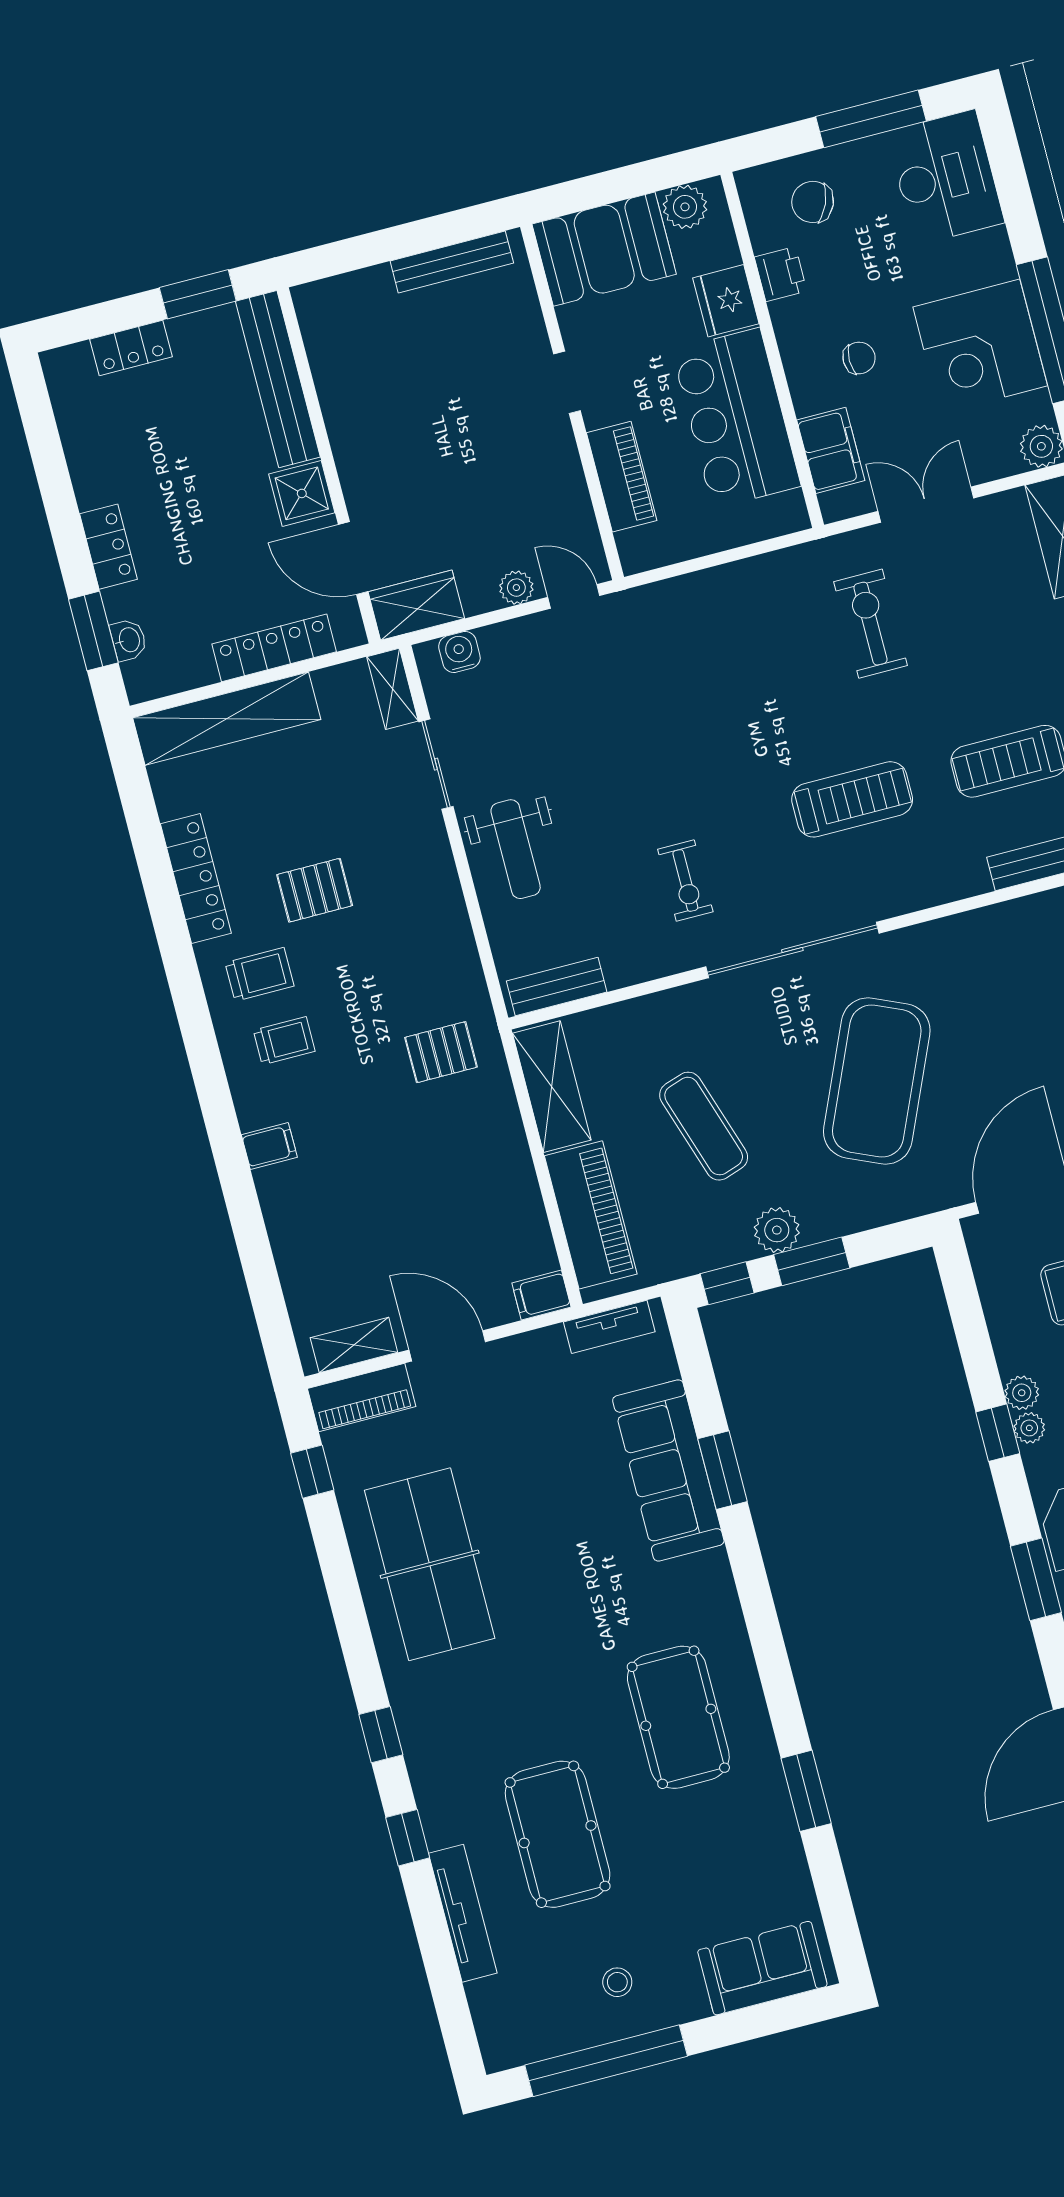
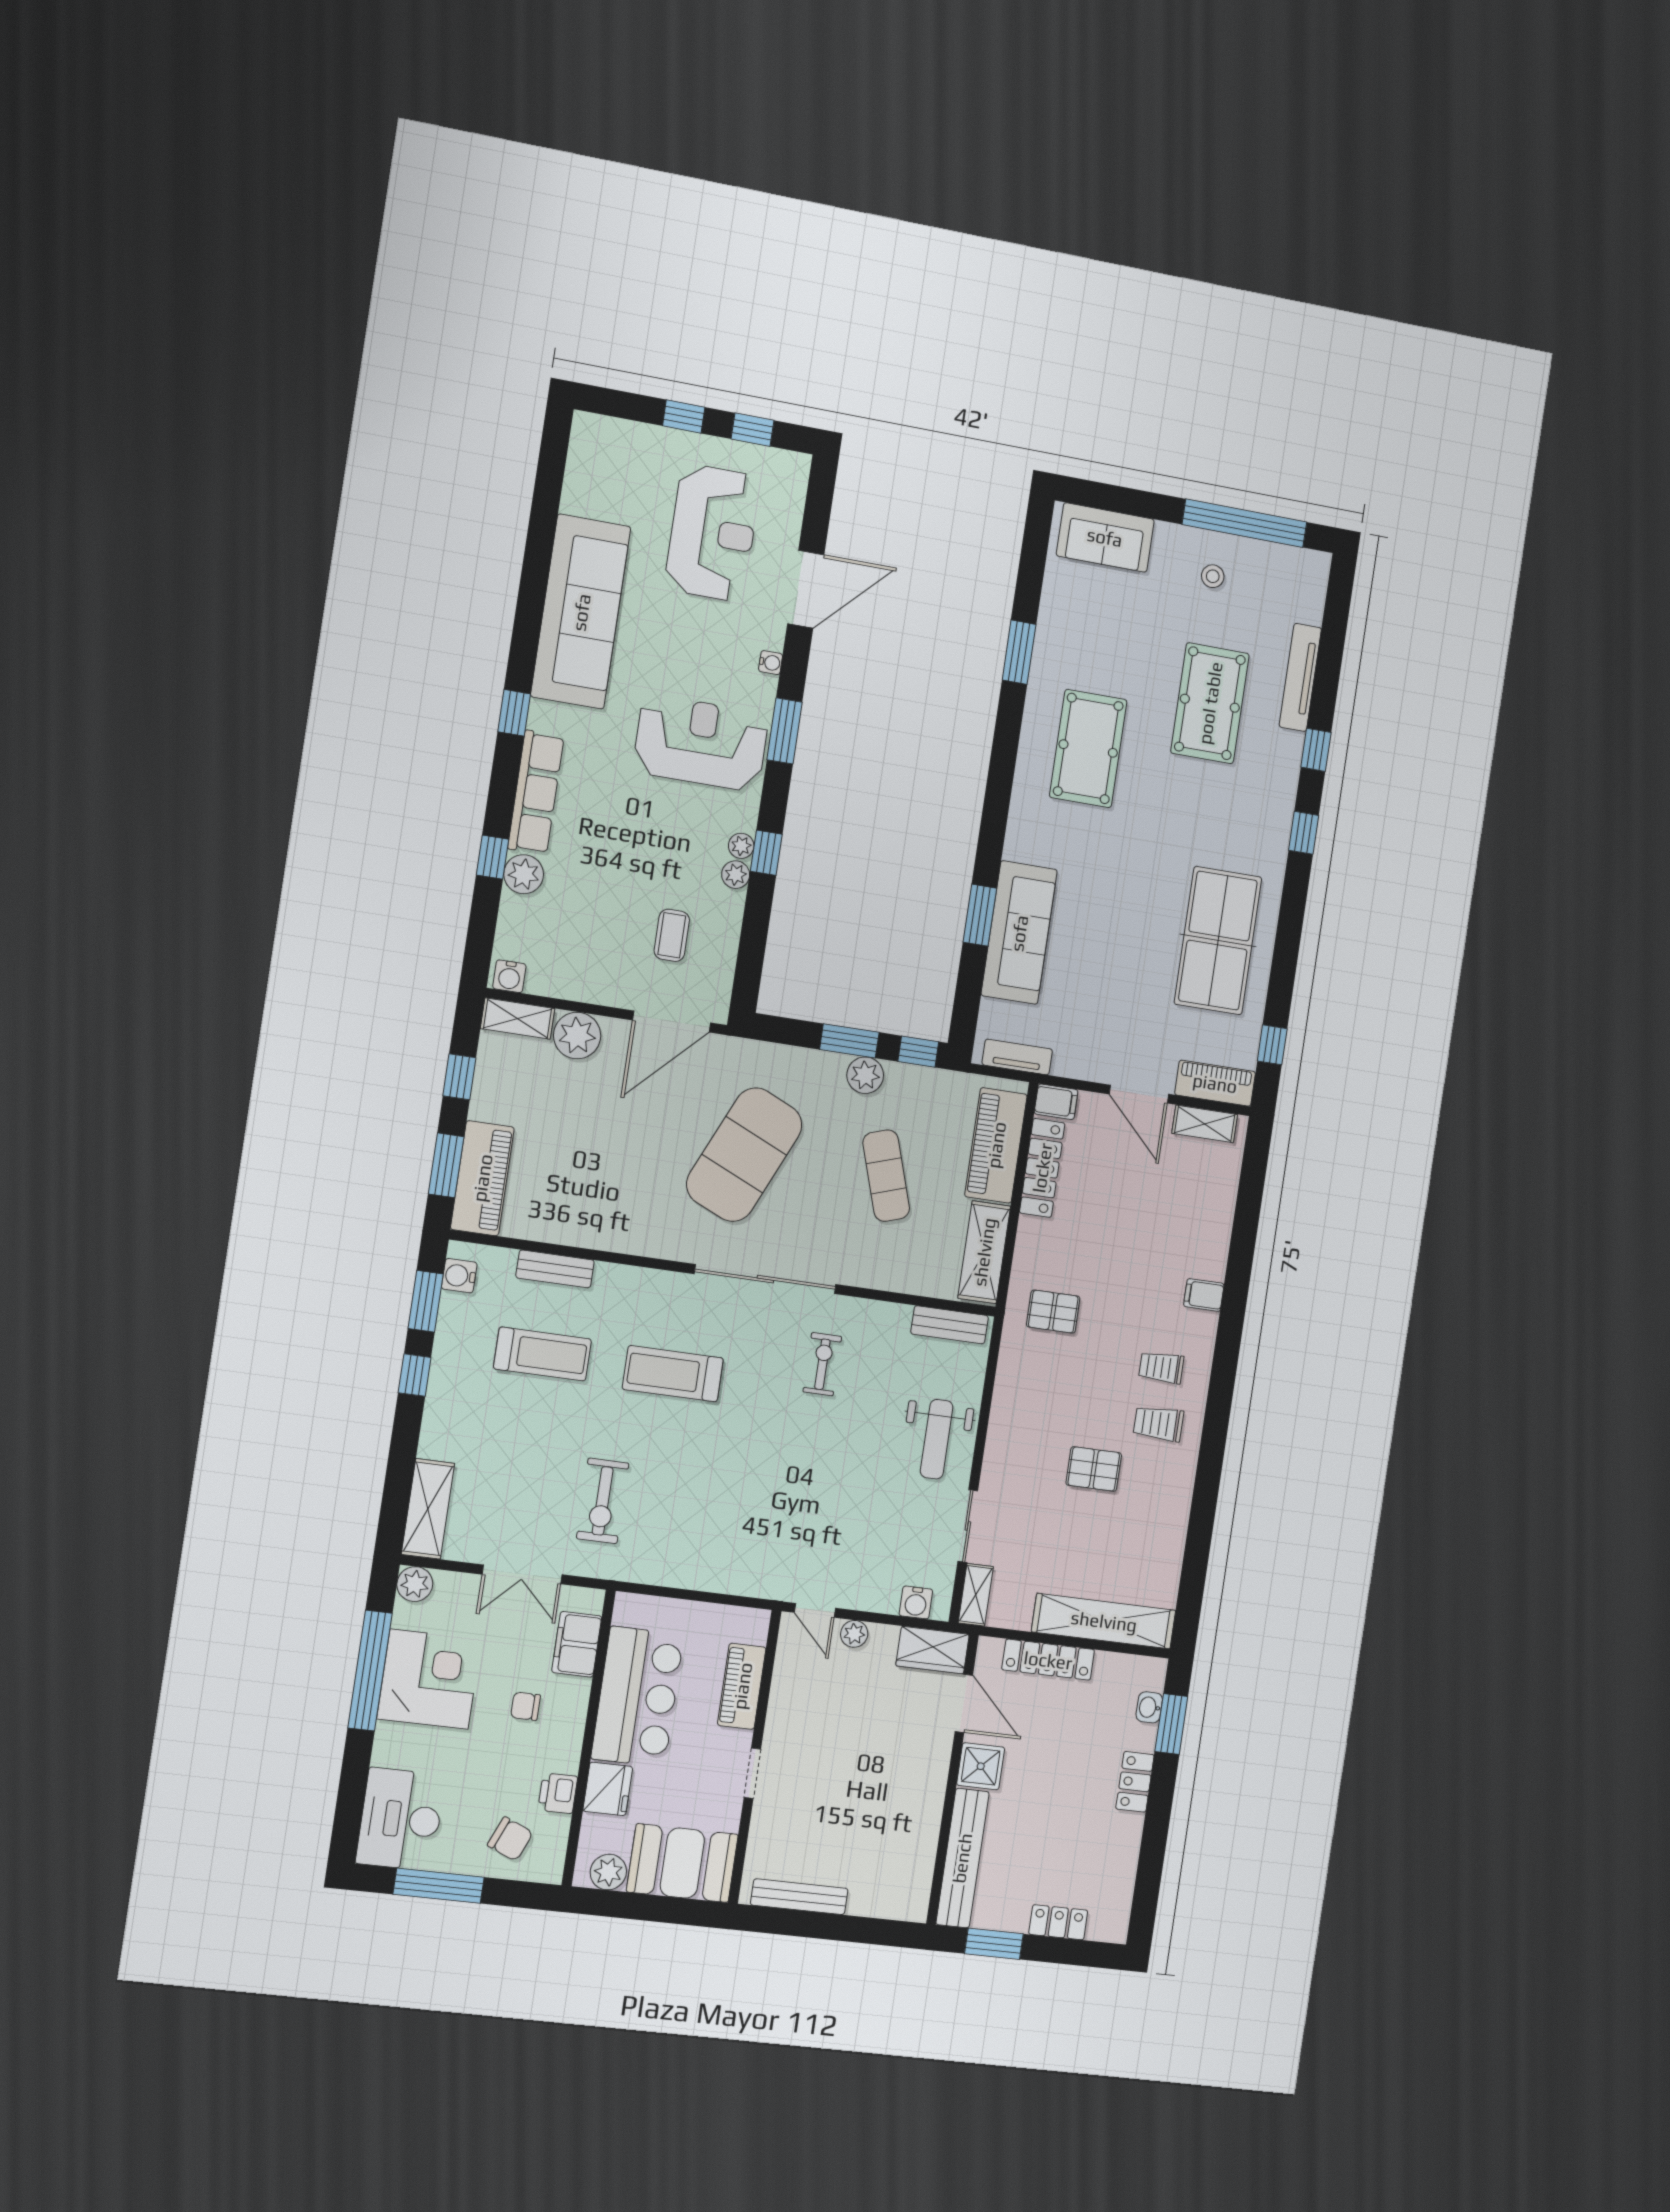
weight bench: (516, 849) -> (937, 1439), turned 180
locker: (196, 878) -> (1042, 1168), moved, turned 180

